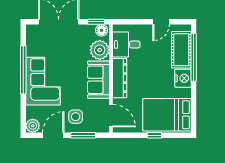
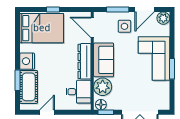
window: (194, 57) -> (17, 80), width x0.47
window: (23, 70) -> (172, 69), width x0.47

